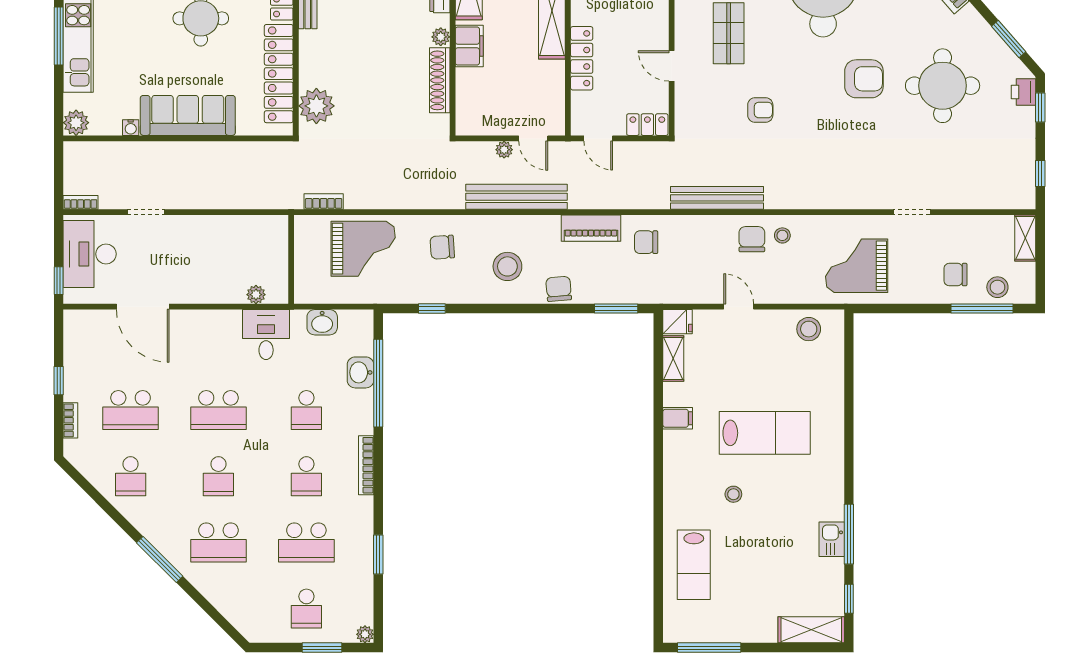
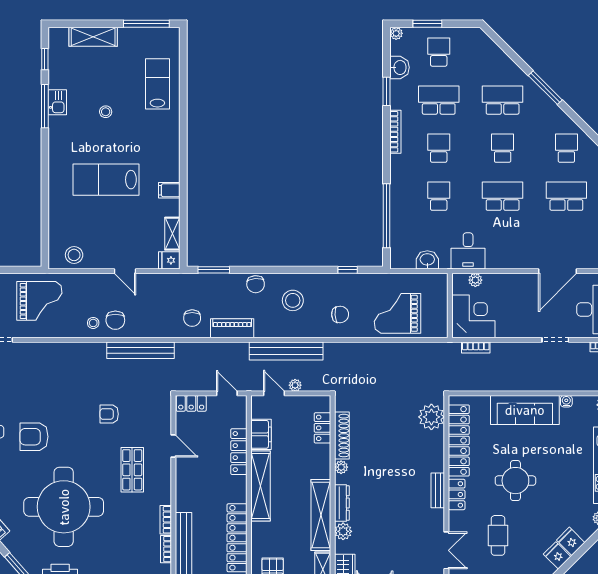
filing cabinet: (469, 46) -> (261, 434), moved, turned 180
locker: (467, 91) -> (322, 428), added
bookcase: (324, 202) -> (476, 348), moved
chair: (646, 242) -> (192, 318), turned 90
corner desk: (259, 244) -> (473, 316), added
door: (143, 307) -> (558, 271), swing flipped
washbasin: (360, 372) -> (399, 67), moved
bookcase: (366, 465) -> (395, 132), moved
stool: (733, 494) -> (106, 112), moved
shelving: (811, 630) -> (93, 37), moved

